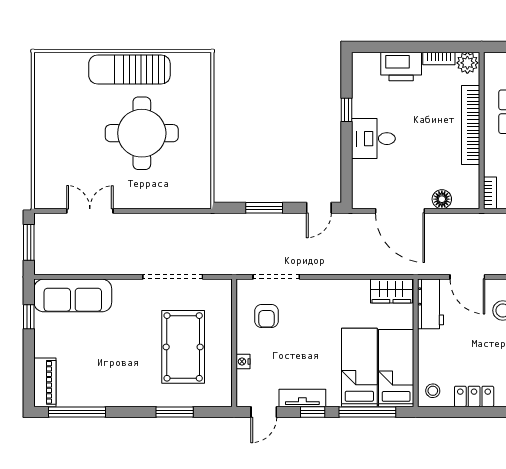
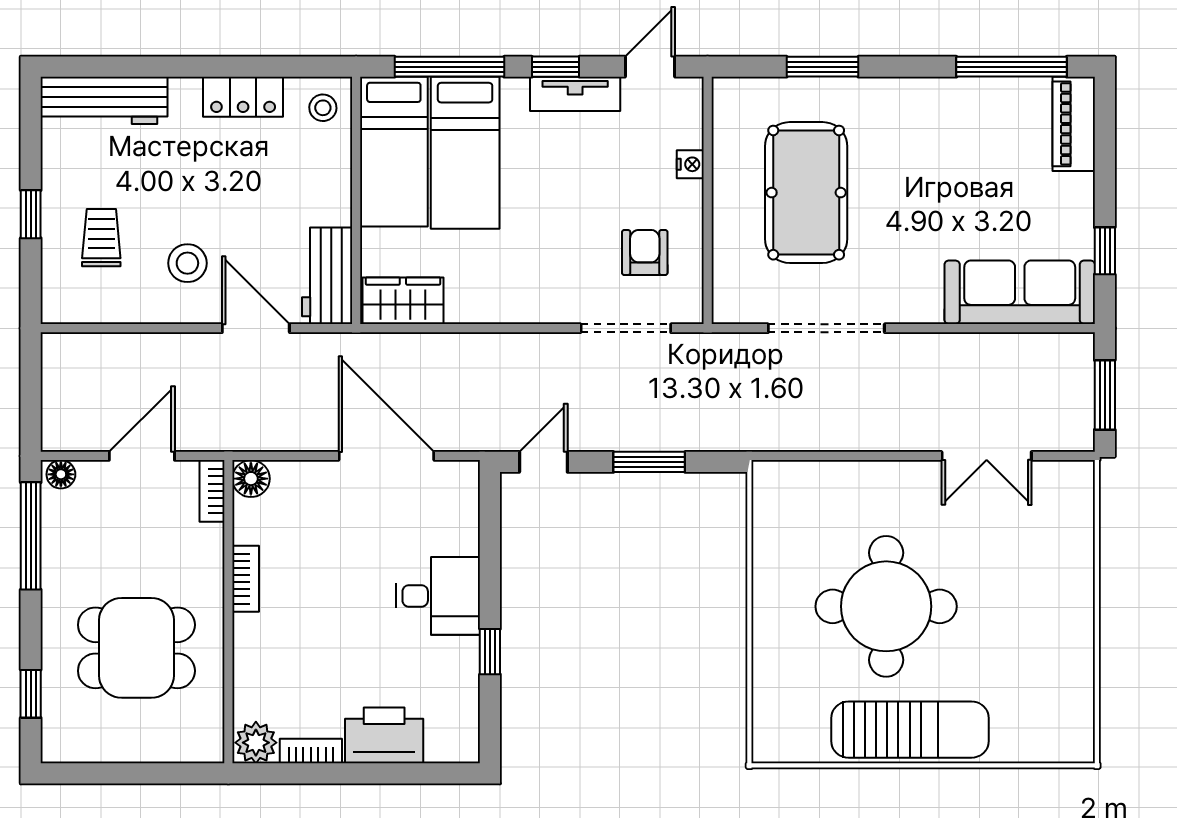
bookcase: (471, 125) -> (246, 579), width x0.43, depth x0.76
floor lamp: (442, 199) -> (251, 479), moved

